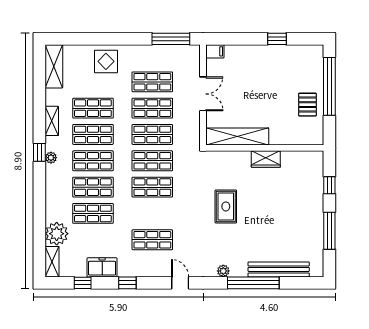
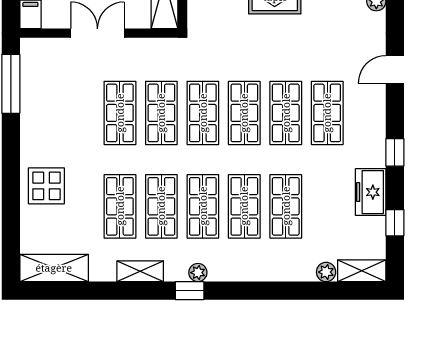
shop shelf: (152, 82) -> (286, 113), moved
plant: (57, 234) -> (326, 272), width x0.53, depth x0.53

